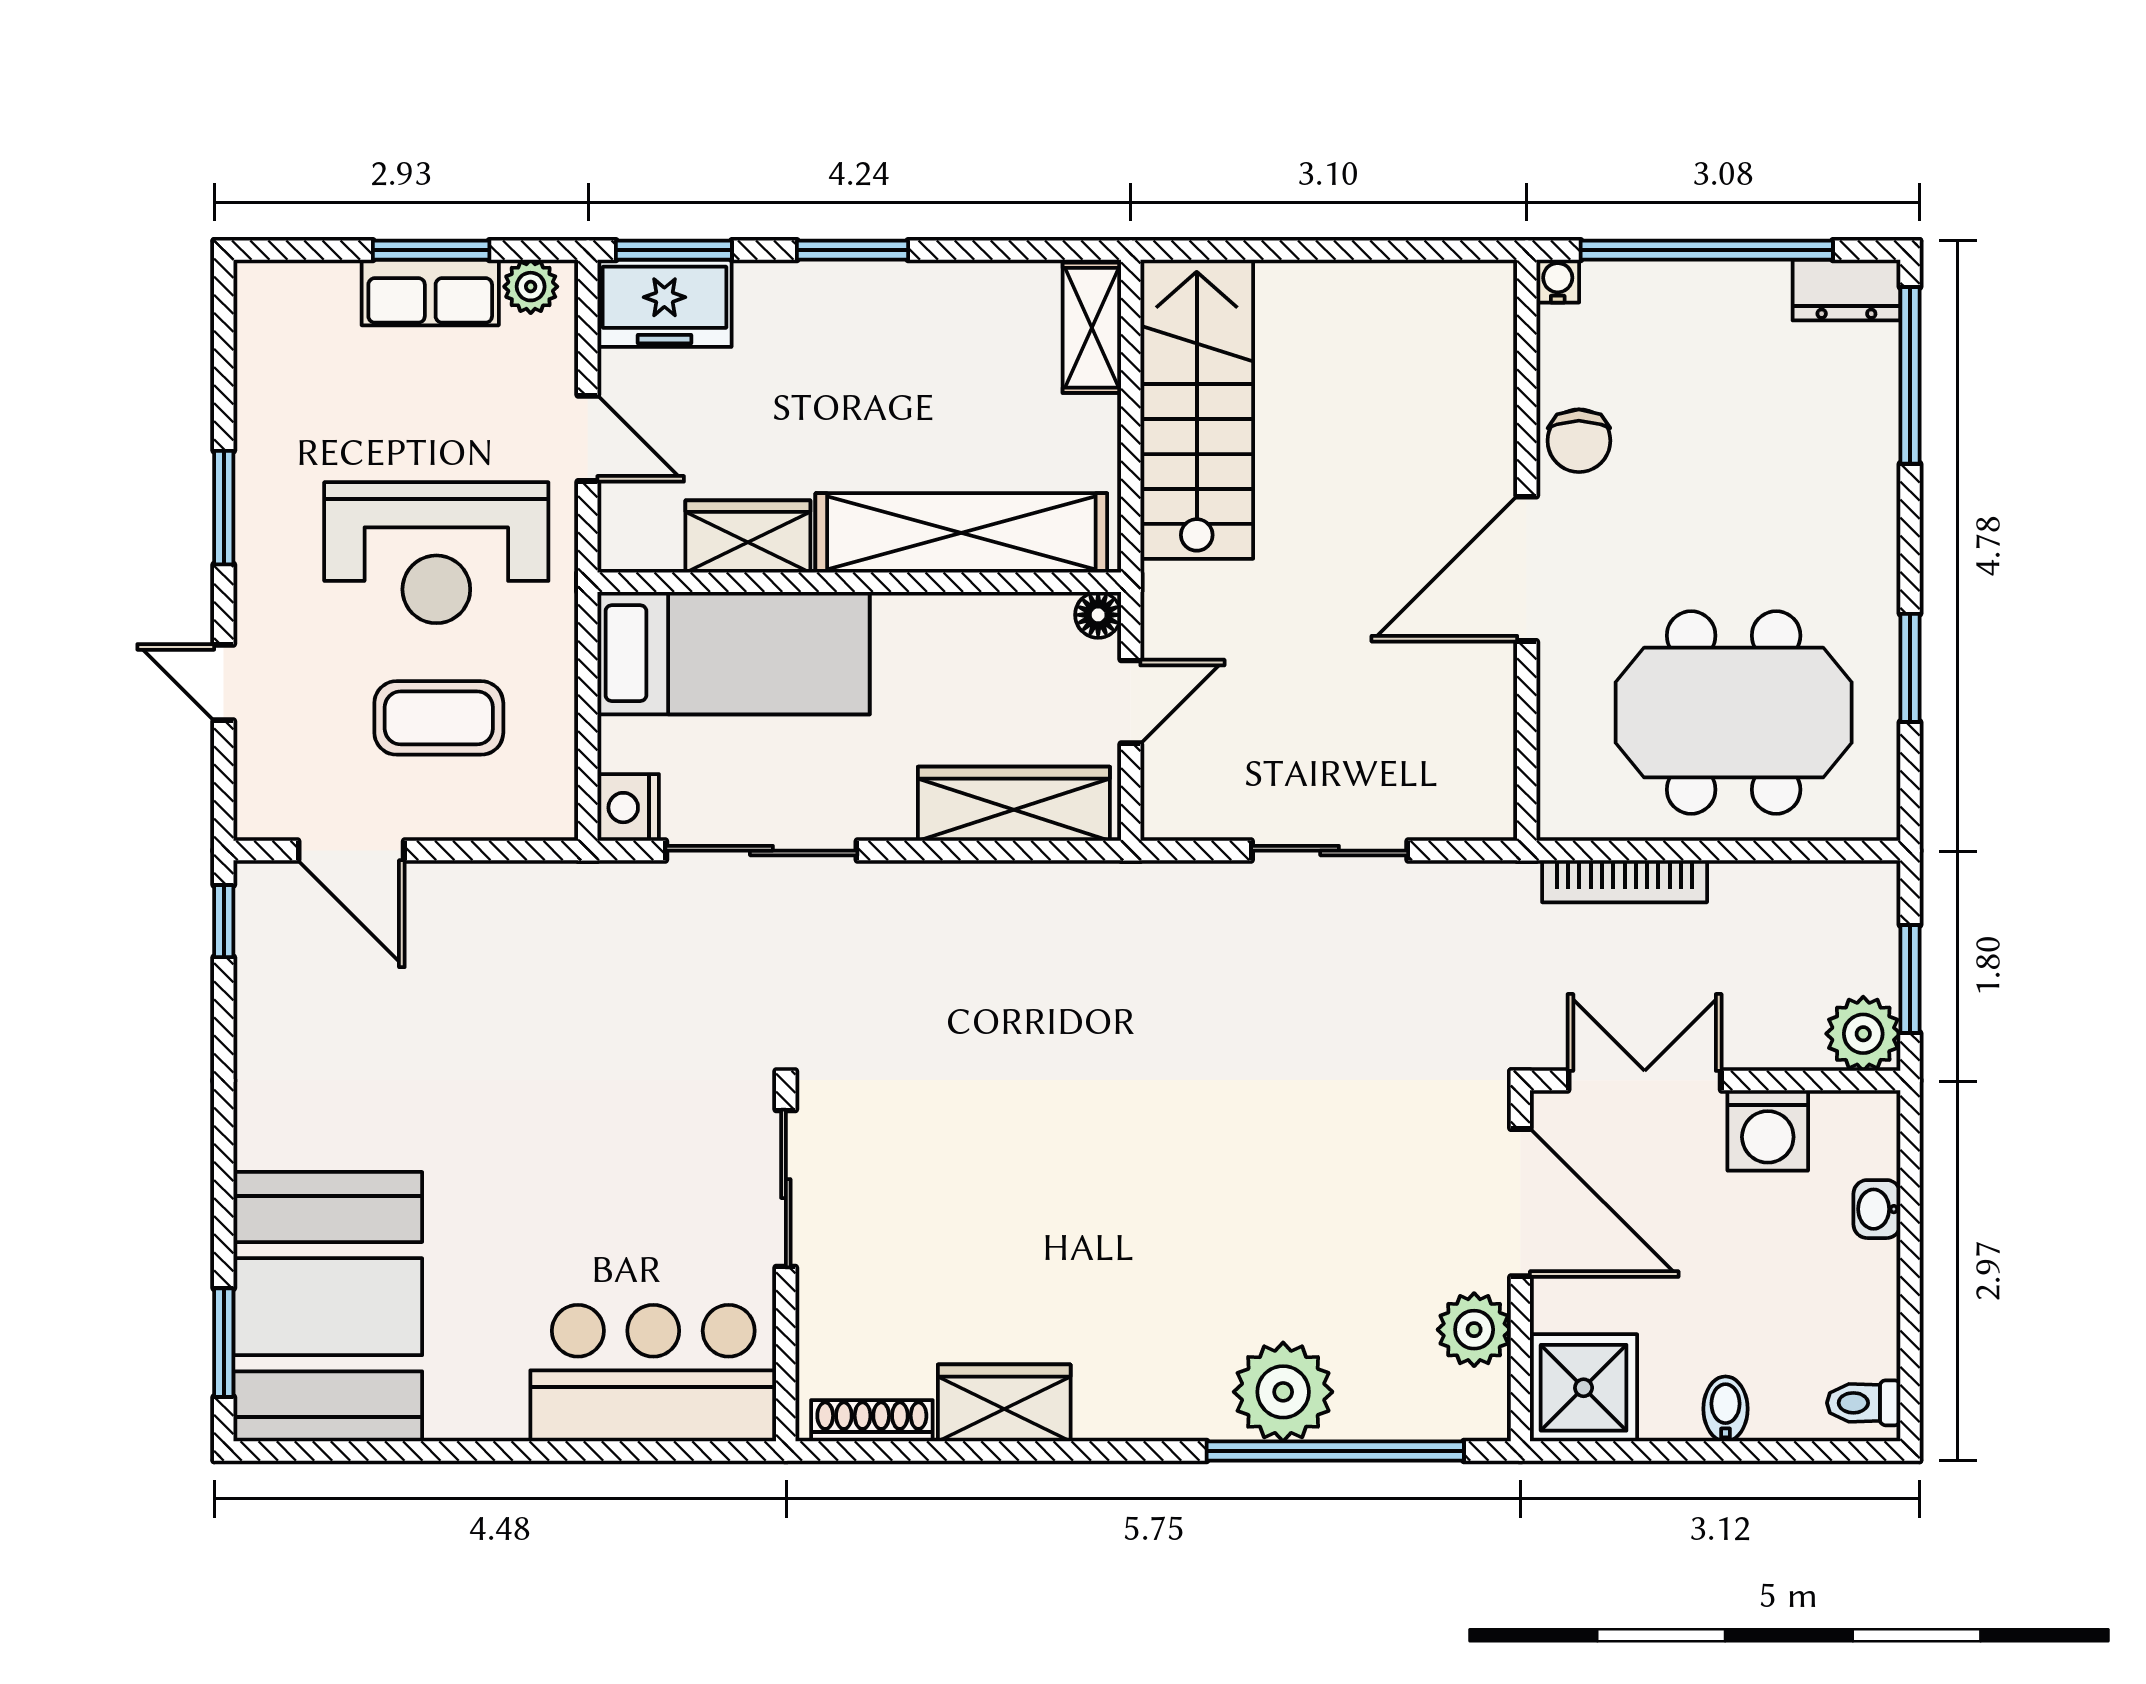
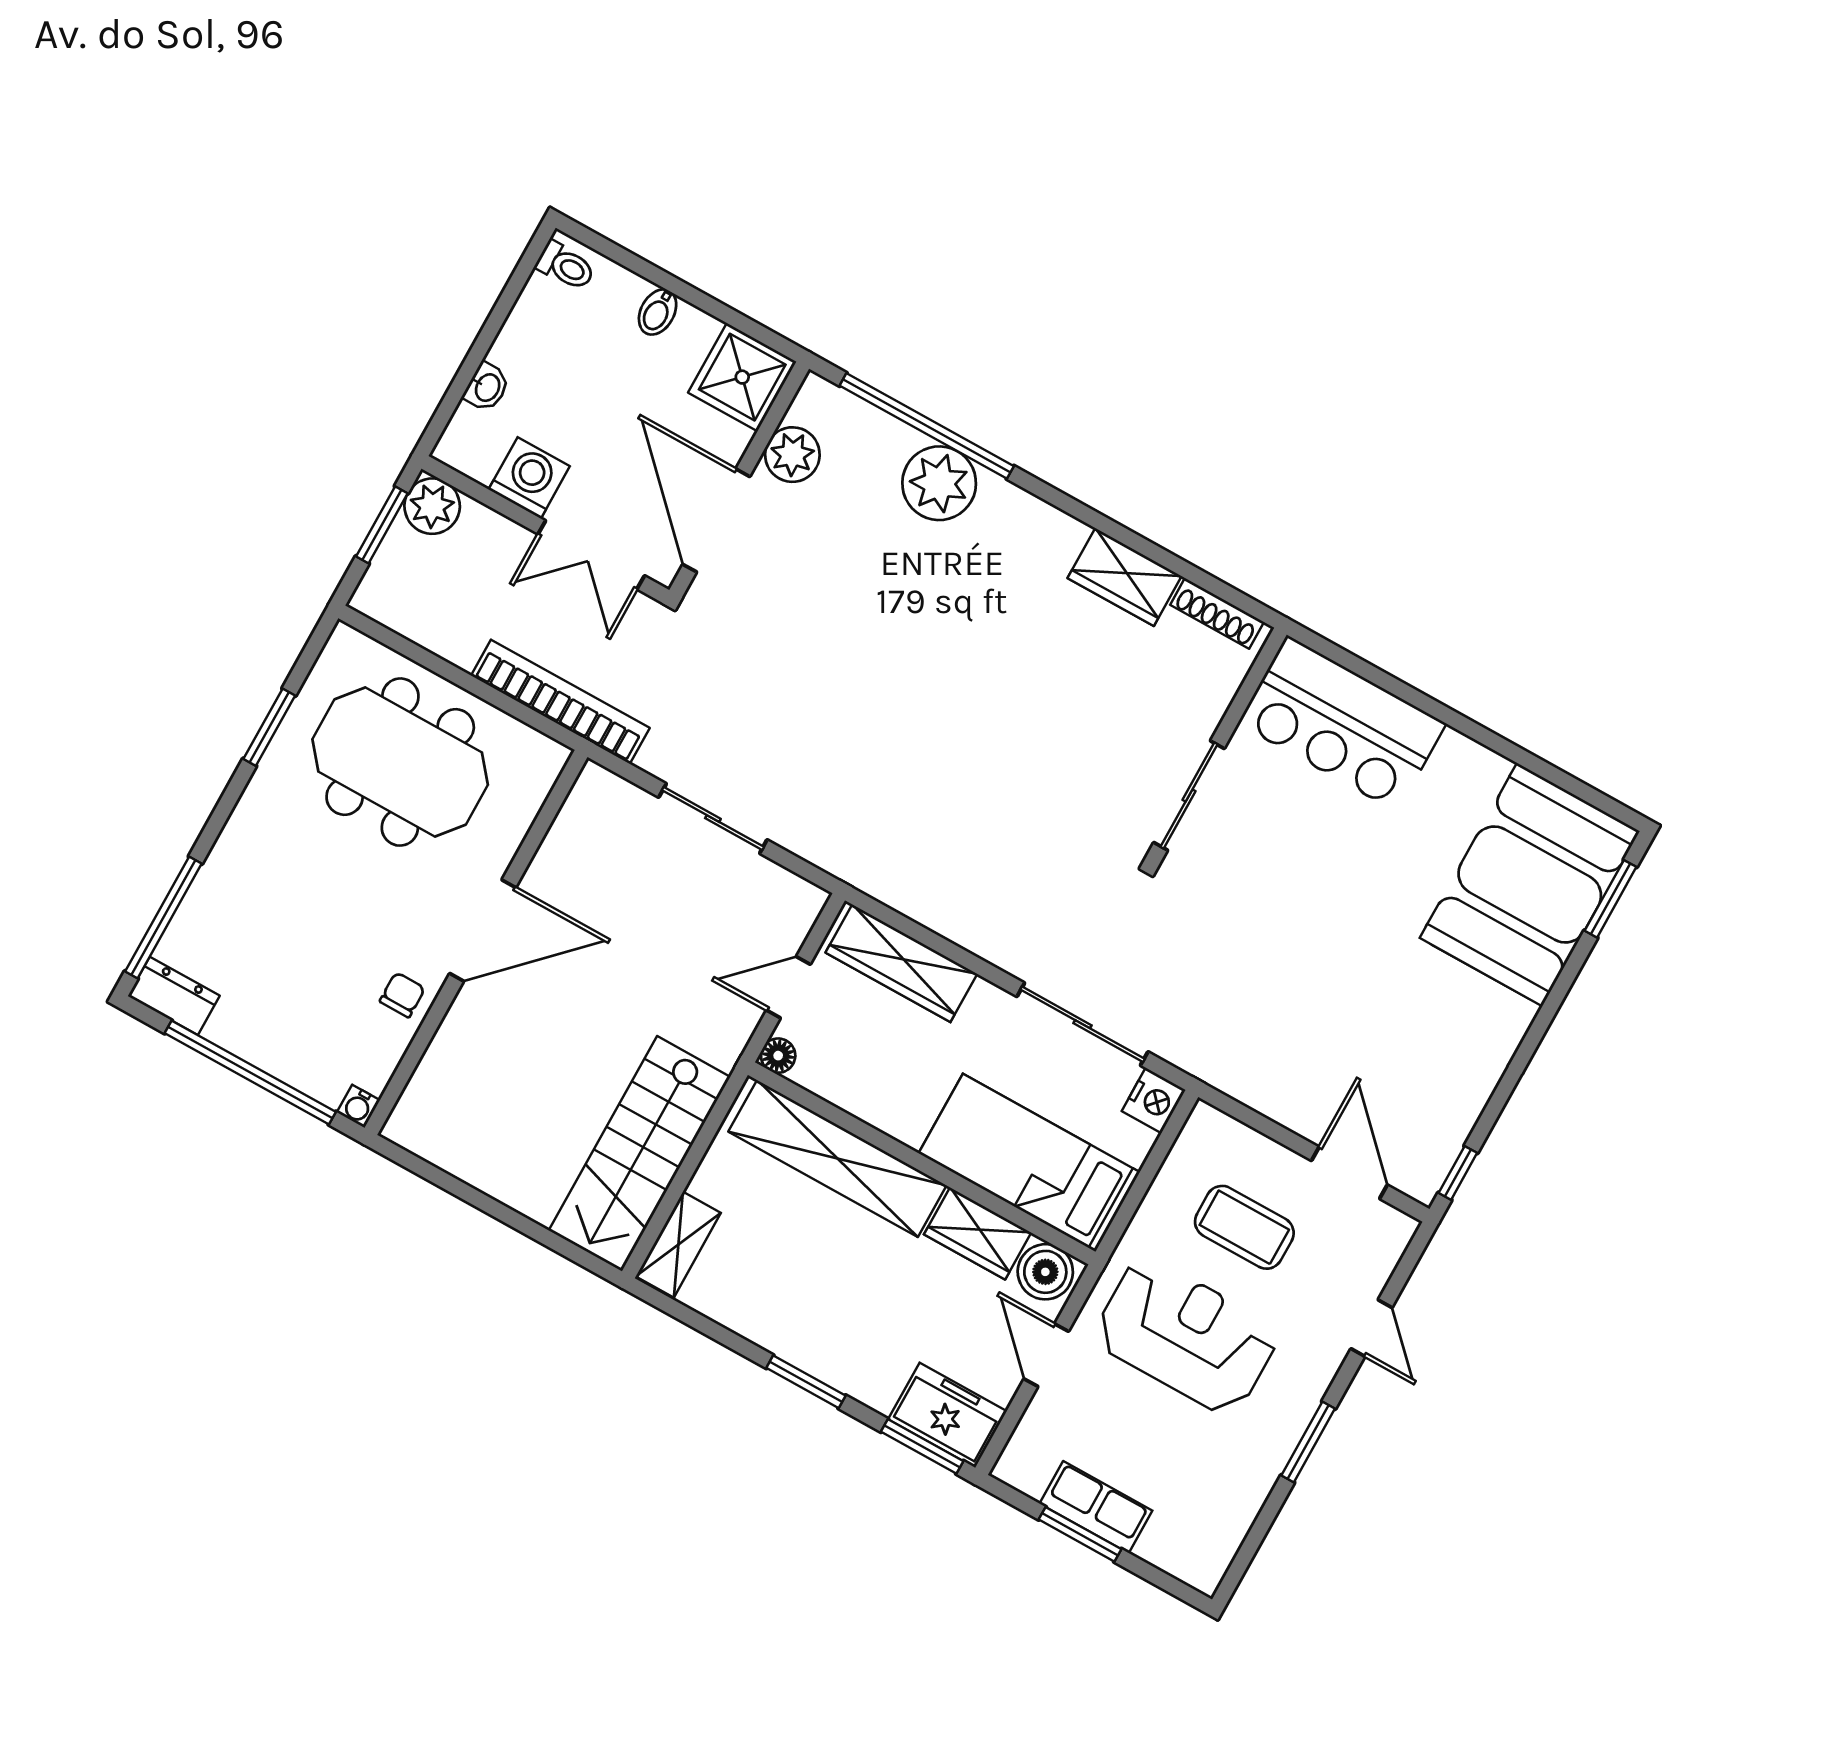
plant: (531, 287) -> (1028, 1475), removed
chair: (1579, 441) -> (402, 995), width x0.73, depth x0.73
boiler: (643, 536) -> (1045, 1272), added
bookcase: (1625, 881) -> (560, 702), width x1.48, depth x1.31

